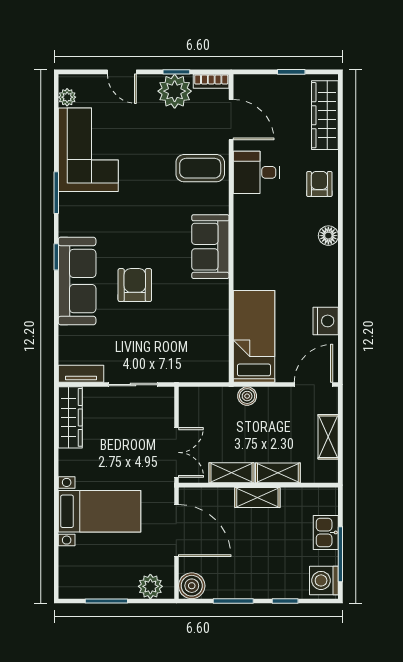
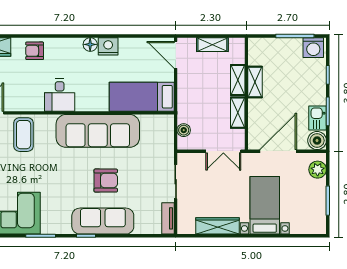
desk: (256, 172) -> (60, 95), moved
floor lamp: (328, 236) -> (90, 44), moved
sofa: (210, 247) -> (98, 131), width x1.85, depth x1.27
armchair: (135, 285) -> (106, 181), turned 180
nightstand: (326, 321) -> (108, 46), moved
boiler: (247, 396) -> (184, 130), moved
wardrobe: (70, 417) -> (217, 226), moved
double door: (176, 452) -> (223, 151), swing flipped
shelving: (257, 497) -> (255, 82), moved
kitchen sink: (326, 532) -> (317, 118), moved, turned 90

